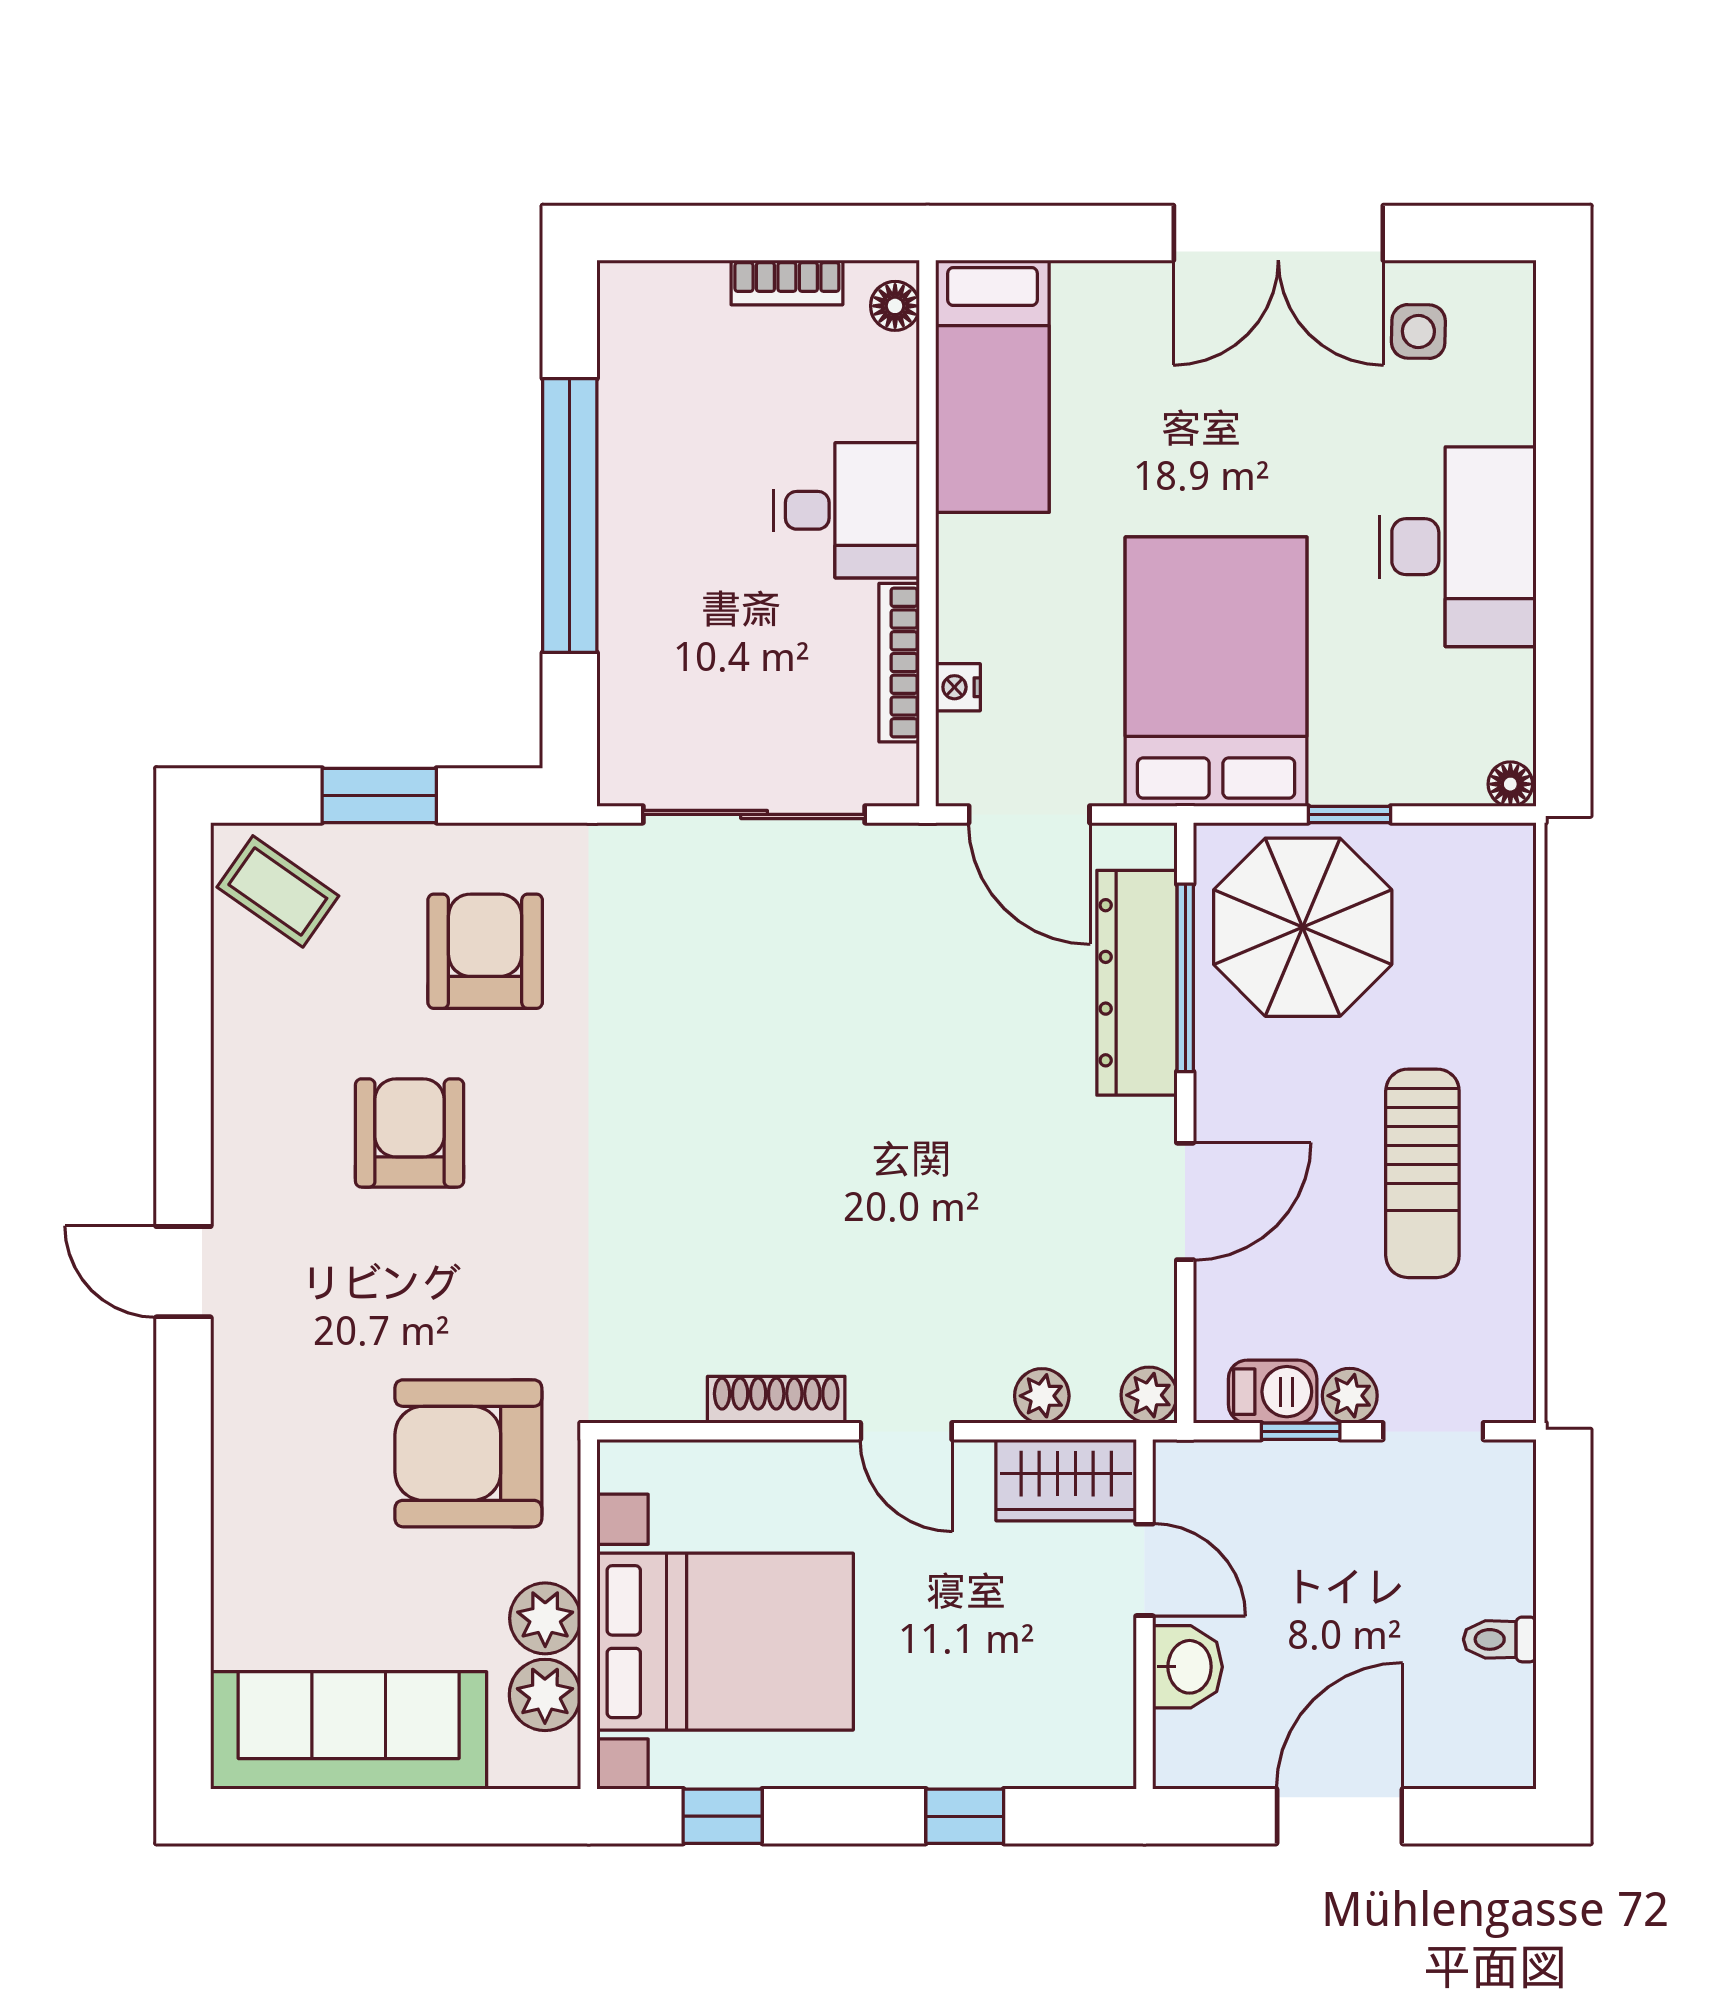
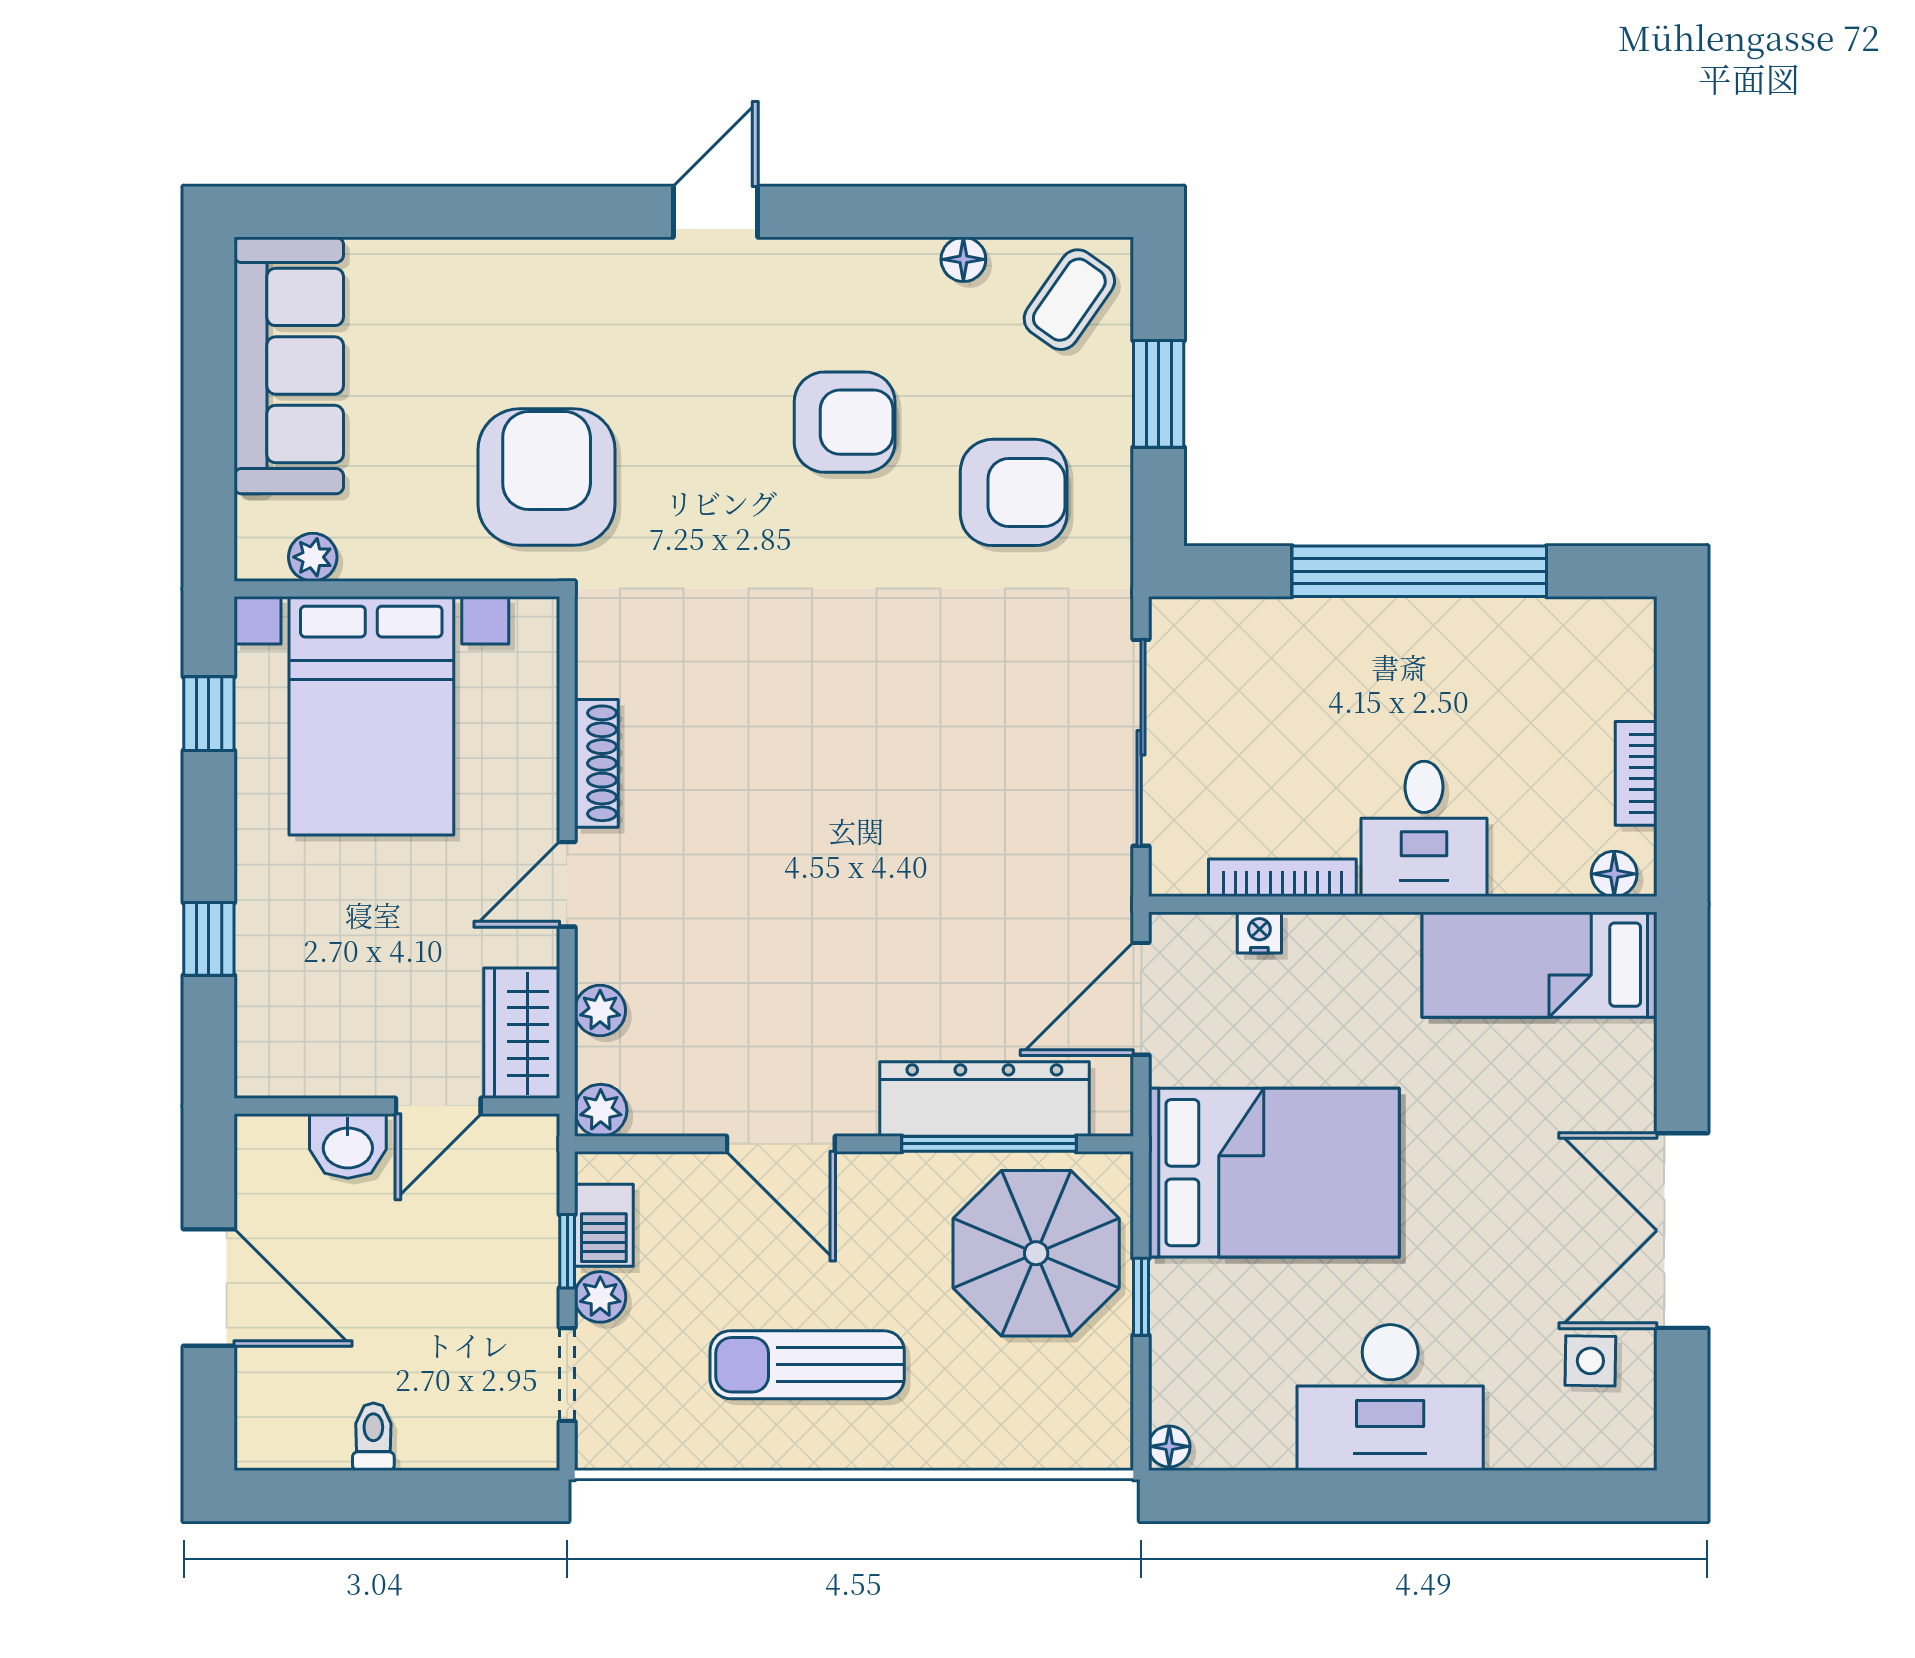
floor lamp: (235, 1005) -> (963, 259), added
plant: (545, 1618) -> (393, 548), removed
plant: (545, 1695) -> (313, 557), width x0.73, depth x0.73

